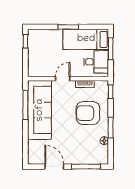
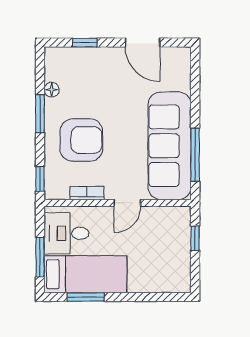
window: (68, 27) -> (86, 297), moved
window: (25, 41) -> (195, 238), moved
window: (86, 167) -> (85, 43), width x0.46

